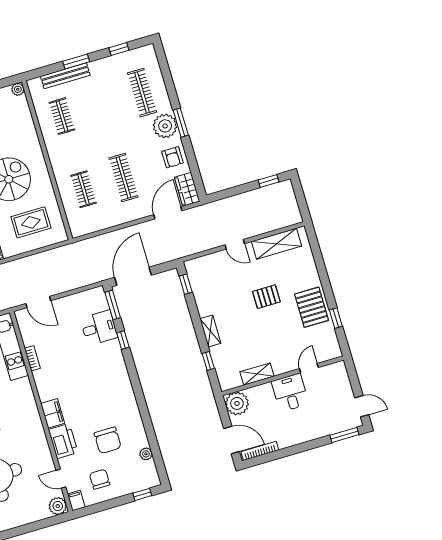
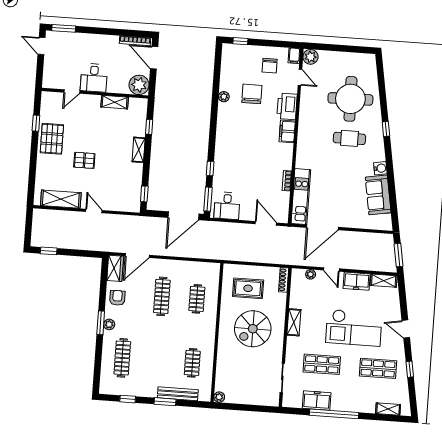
plant: (165, 126) -> (109, 324), width x0.53, depth x0.53
desk: (99, 328) -> (227, 206), moved, turned -90
plant: (146, 454) -> (224, 97), moved

